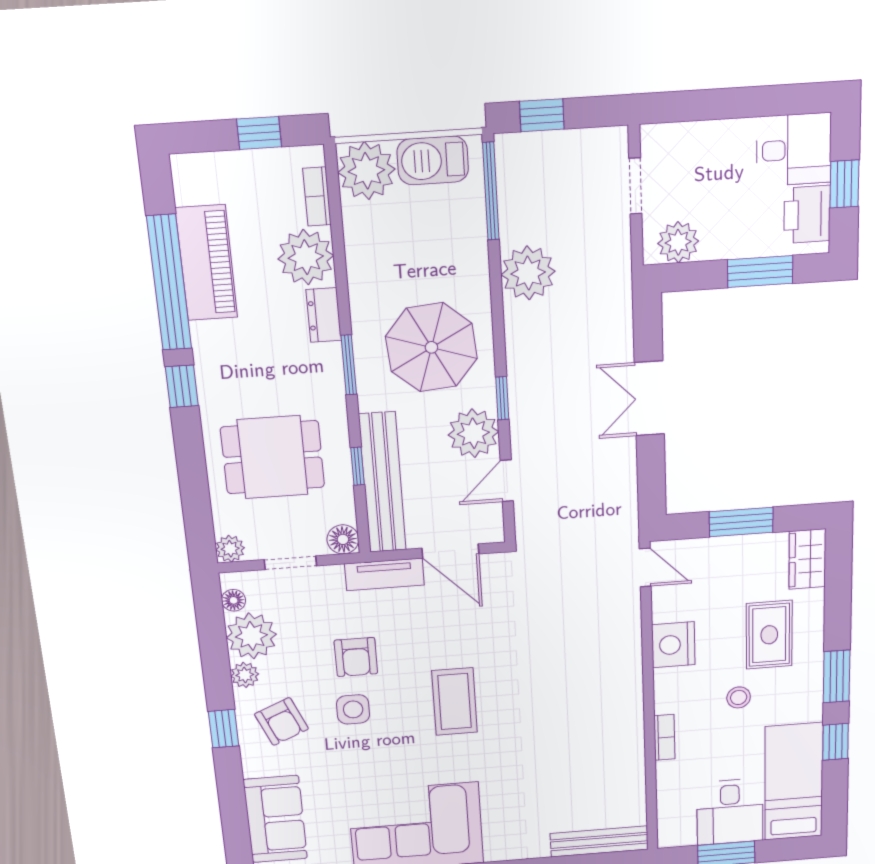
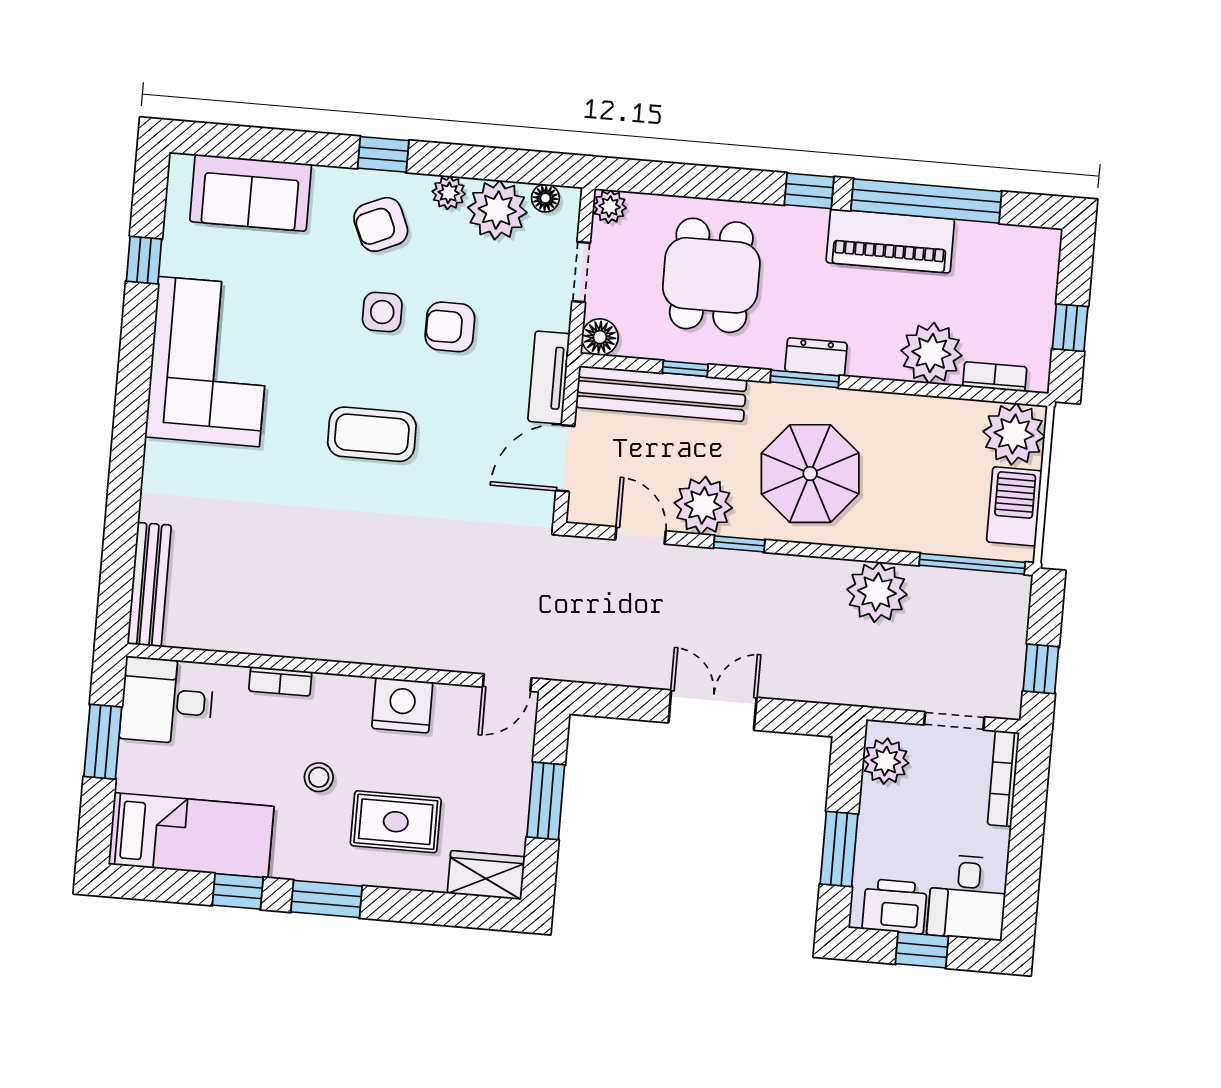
window: (542, 115) -> (1041, 669), moved
bookcase: (683, 133) -> (1003, 779), added
piano: (207, 263) -> (890, 241), moved
dresser: (324, 315) -> (816, 357), moved
desk: (730, 812) -> (167, 701), moved

